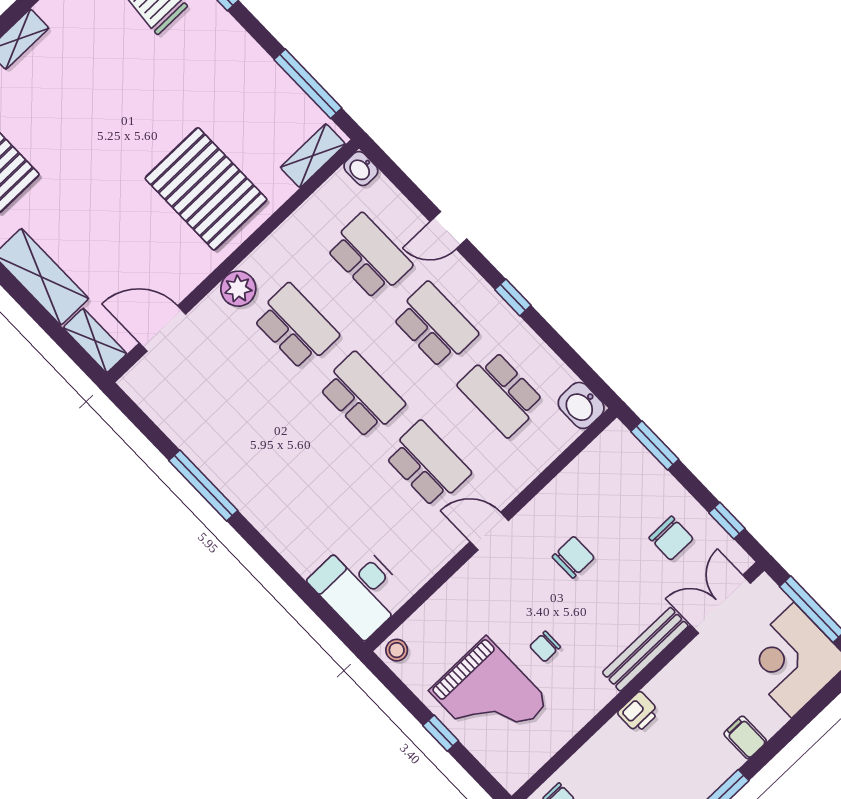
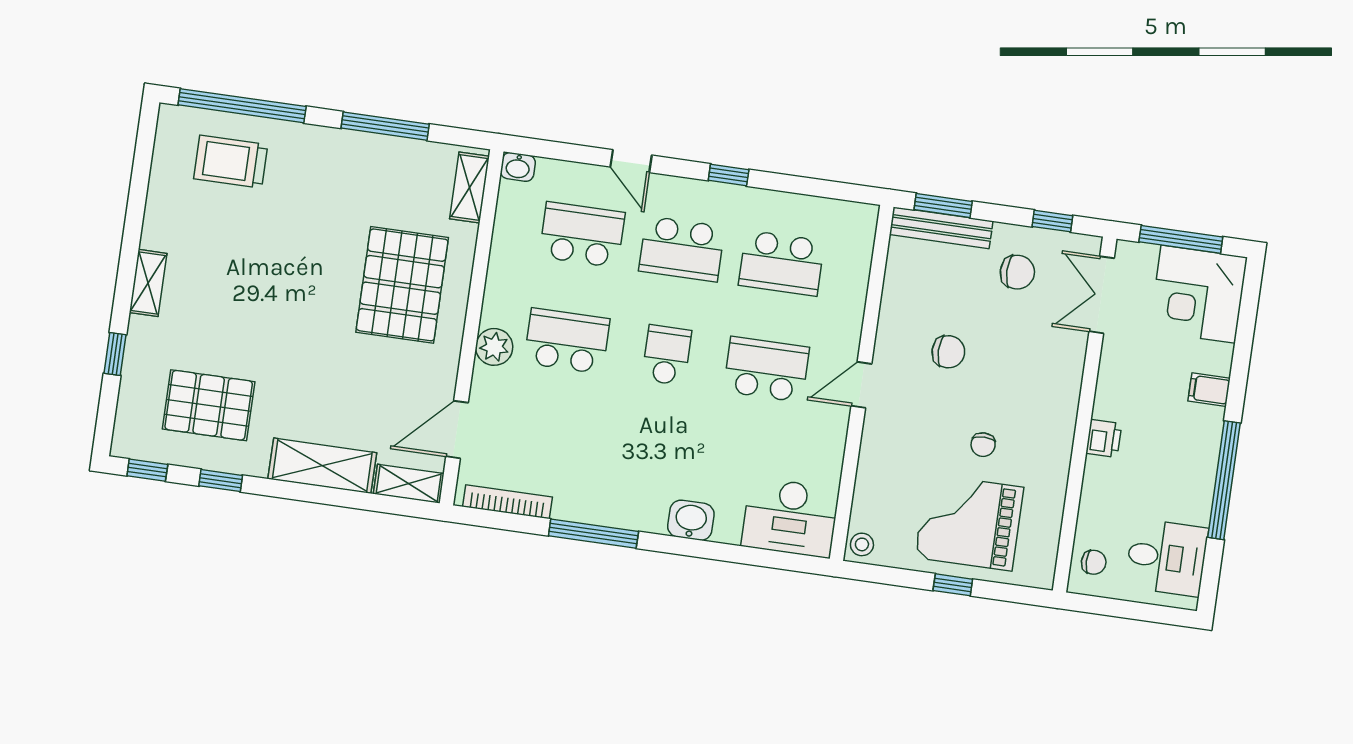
window: (308, 84) -> (385, 126), moved
pallet: (206, 189) -> (402, 285), turned 90
door: (448, 230) -> (631, 161), hinge flipped
school desk: (435, 325) -> (682, 249), turned 180
school desk: (362, 395) -> (667, 355), width x0.54
washbasin: (581, 405) -> (691, 520), moved, turned 180
bookcase: (158, 412) -> (507, 502), added
chair: (573, 557) -> (948, 352), turned 90
bench: (645, 649) -> (941, 228), moved, turned 90
grand piano: (489, 696) -> (969, 522), turned 180

